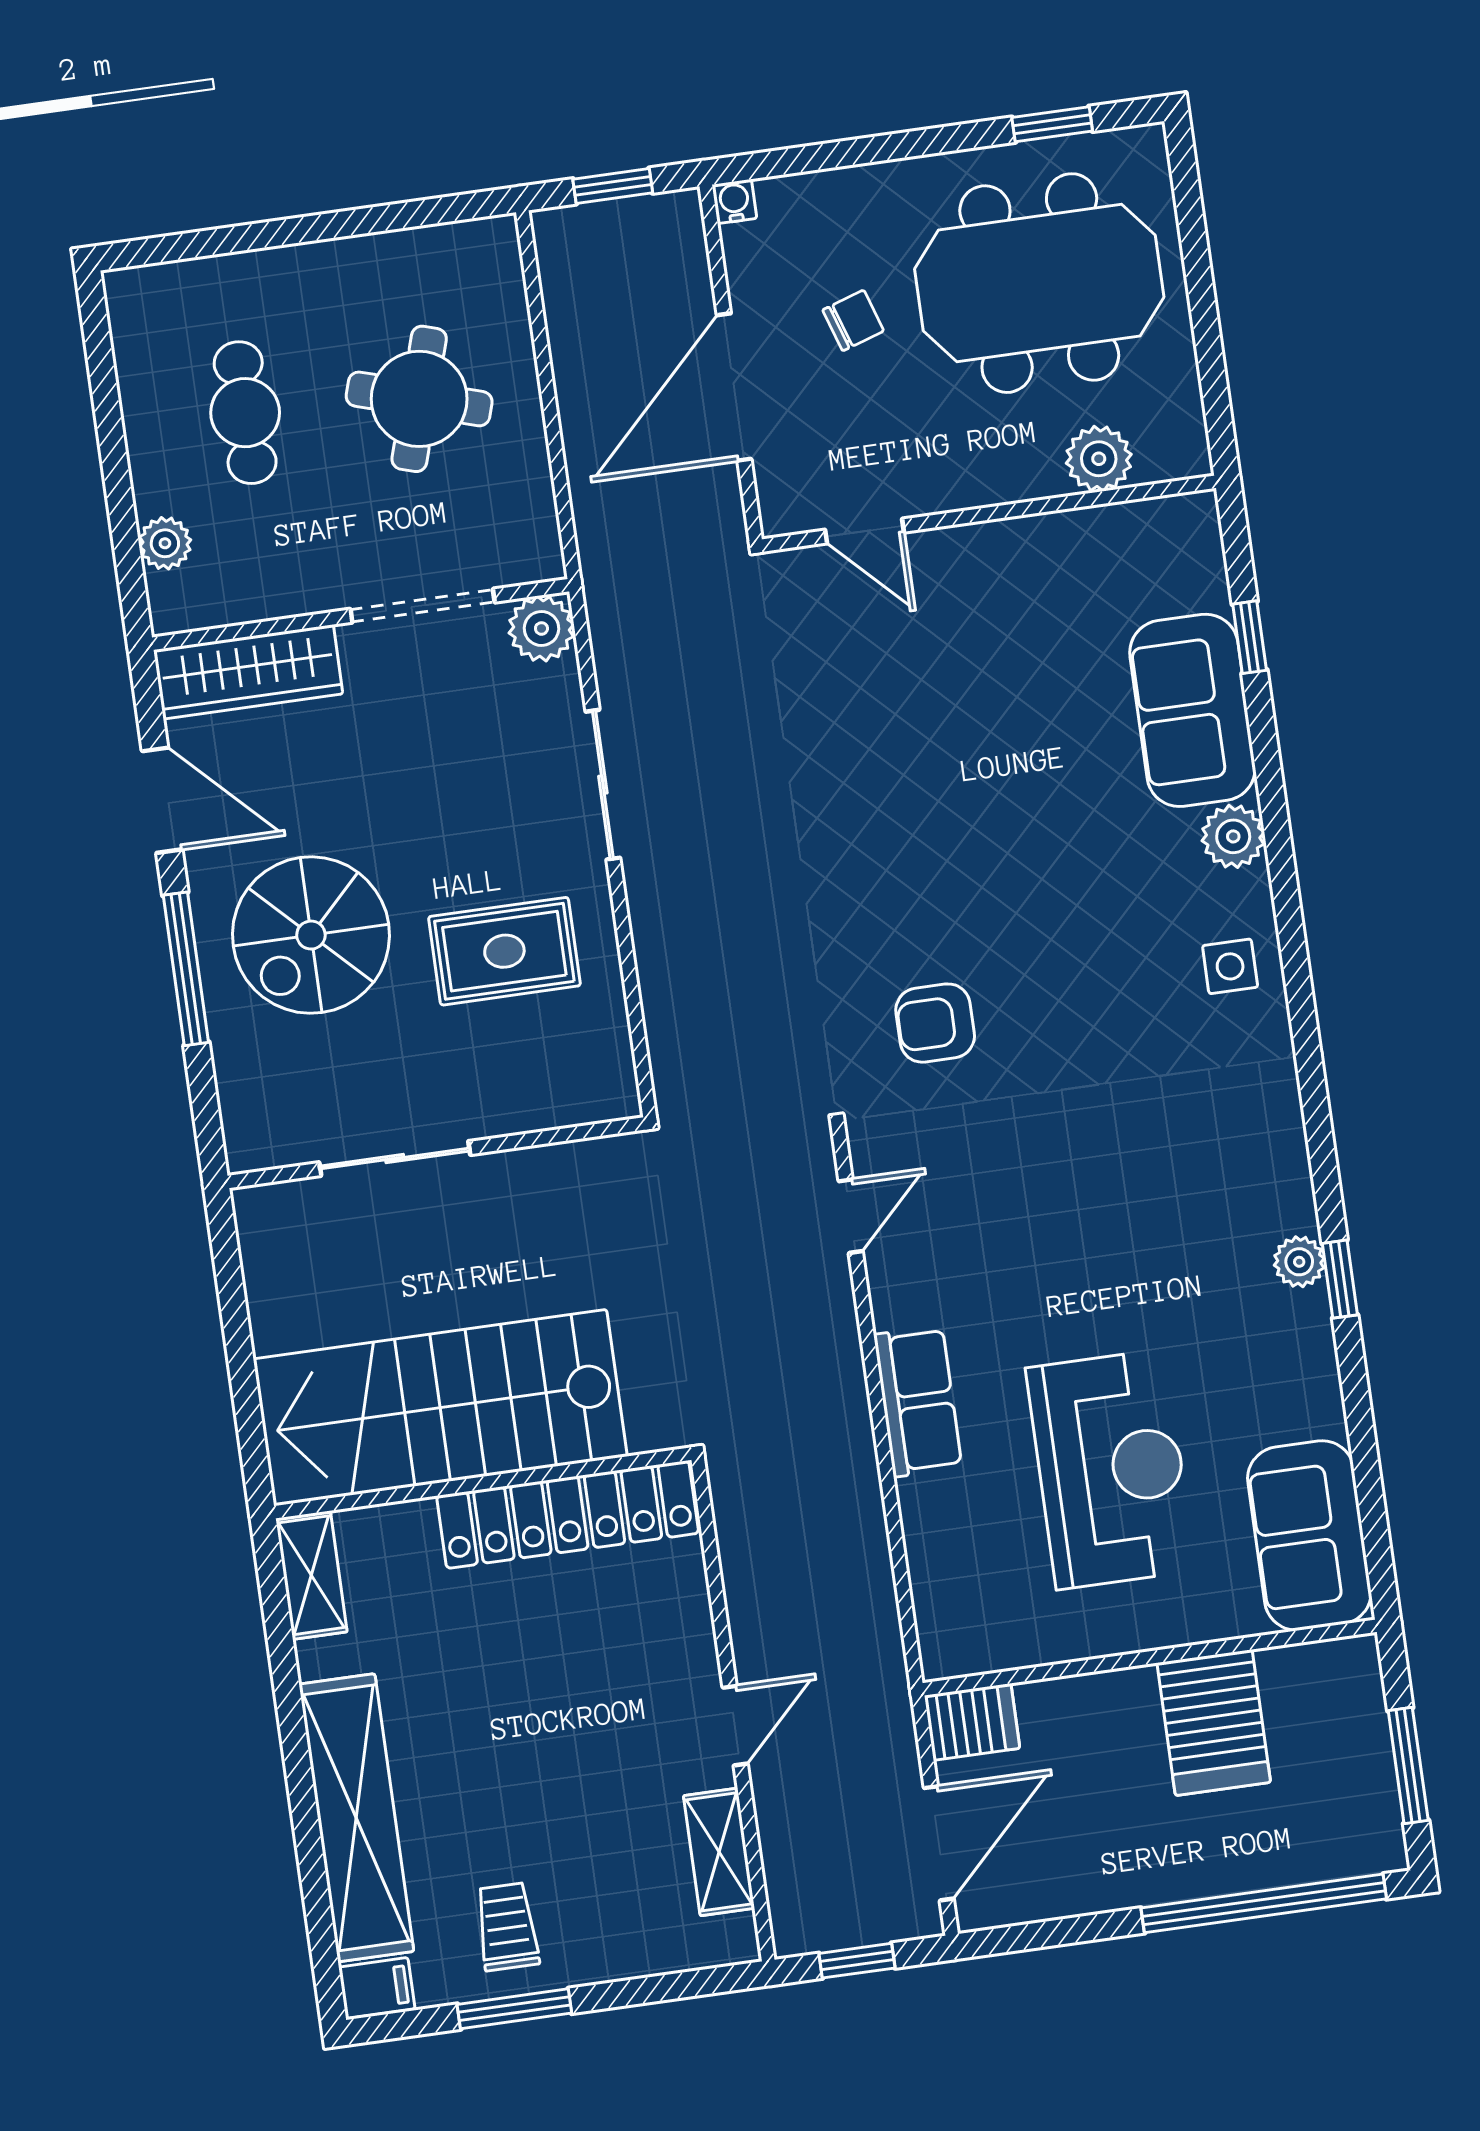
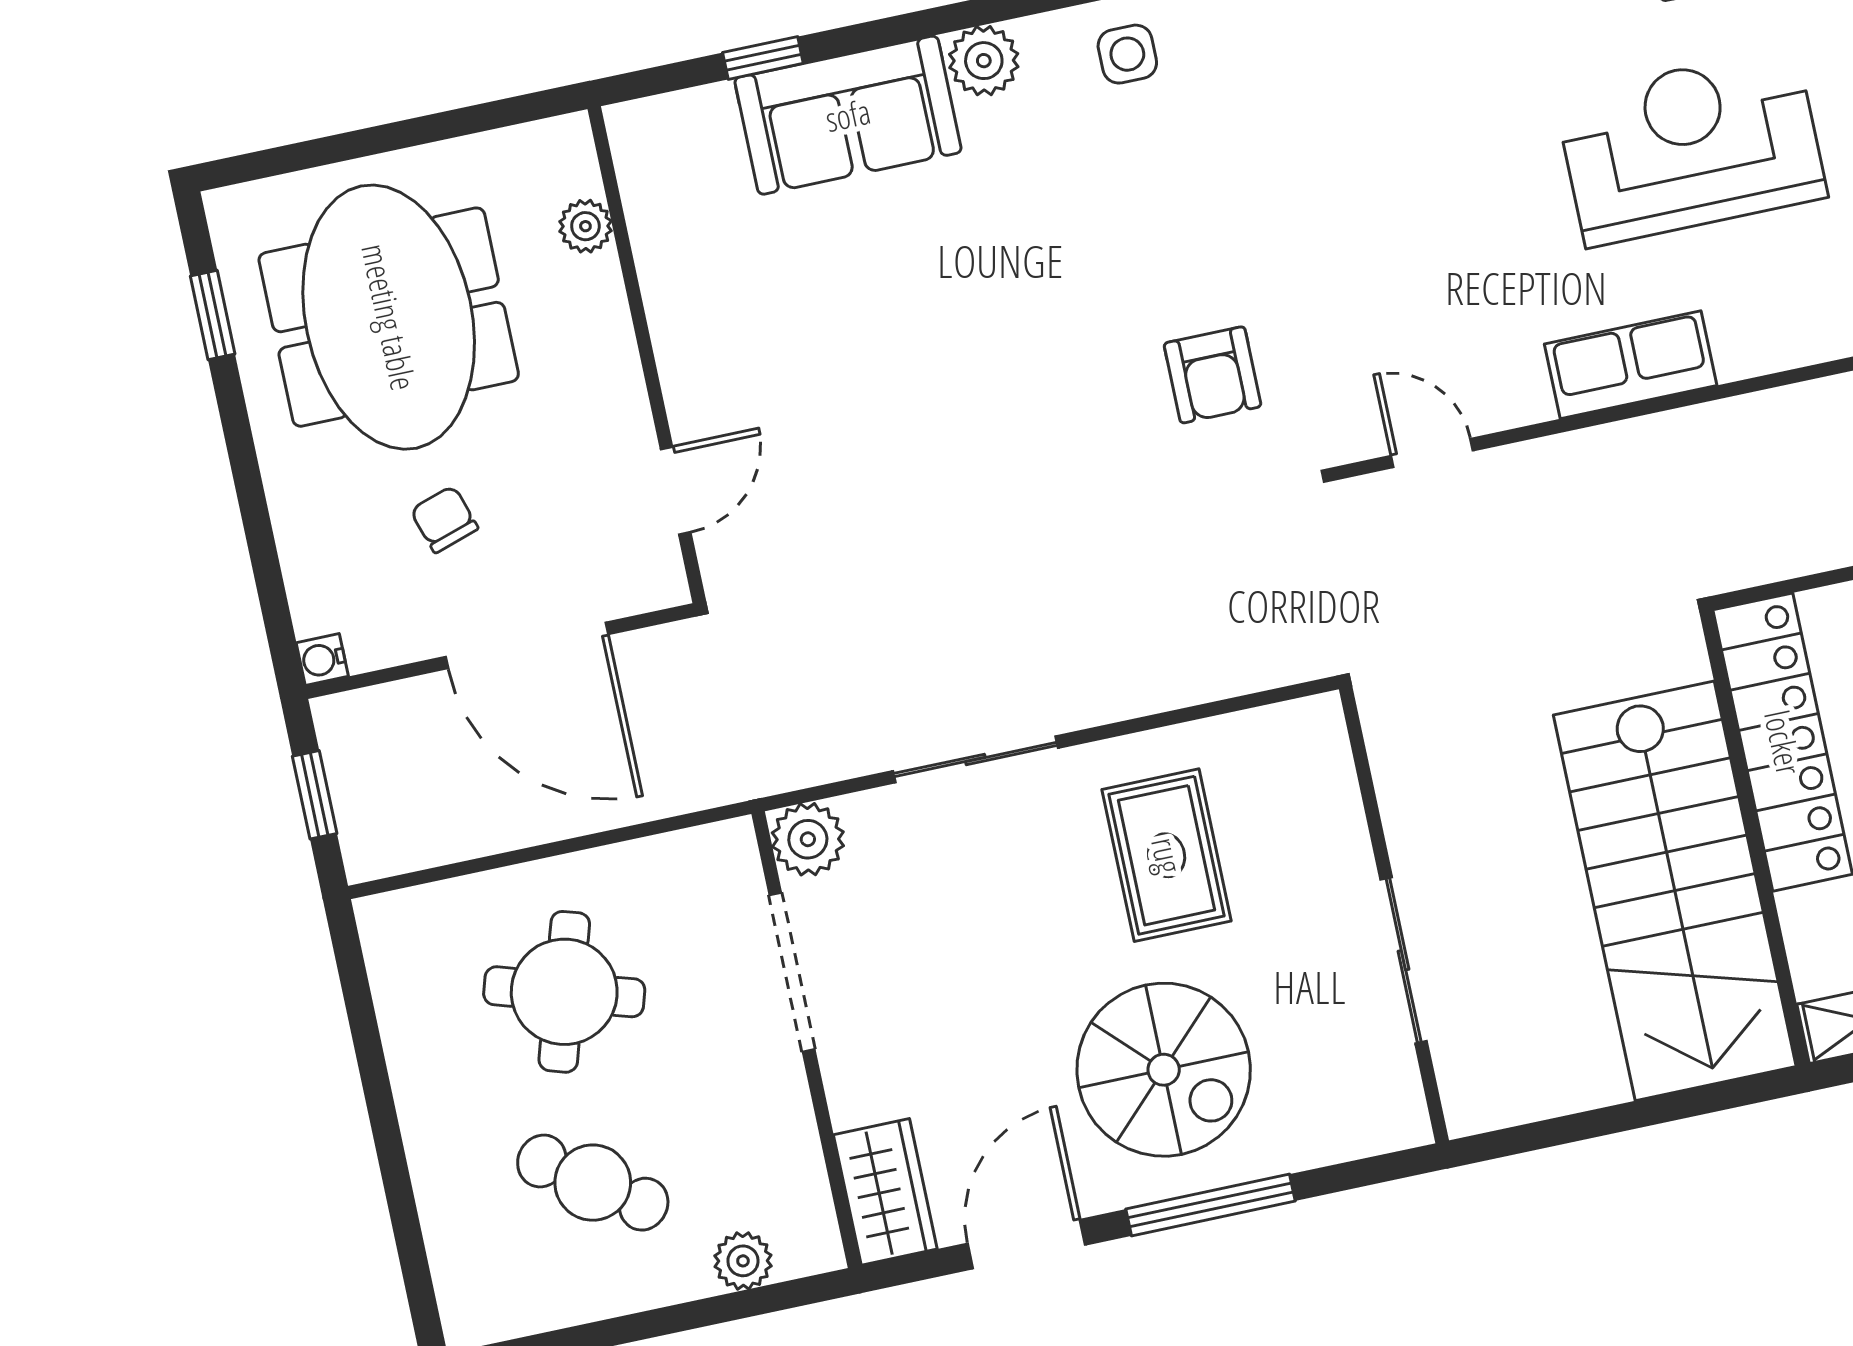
cafe table: (245, 413) -> (593, 1183), turned 35
plant: (1099, 459) -> (585, 226), width x0.73, depth x0.73
wardrobe: (248, 672) -> (885, 1192), width x0.67

